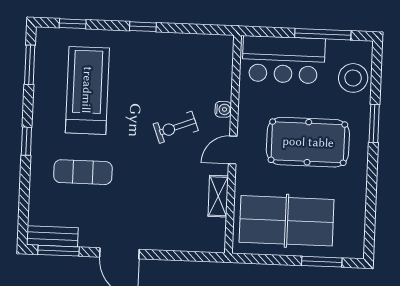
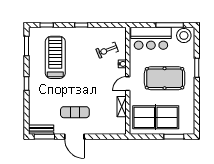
stool: (353, 78) -> (184, 35), moved
exercise bike: (176, 127) -> (107, 50), moved
exercise mat: (83, 172) -> (75, 112), moved

